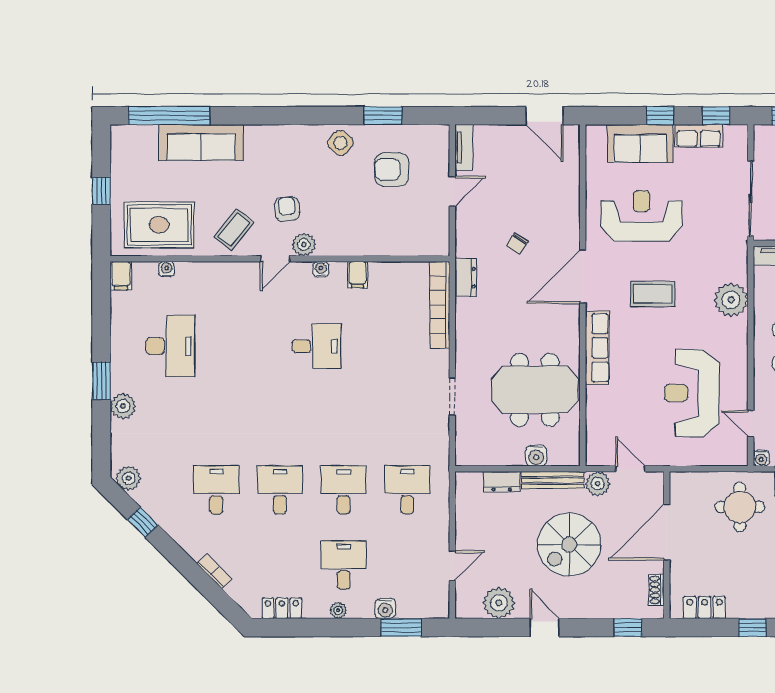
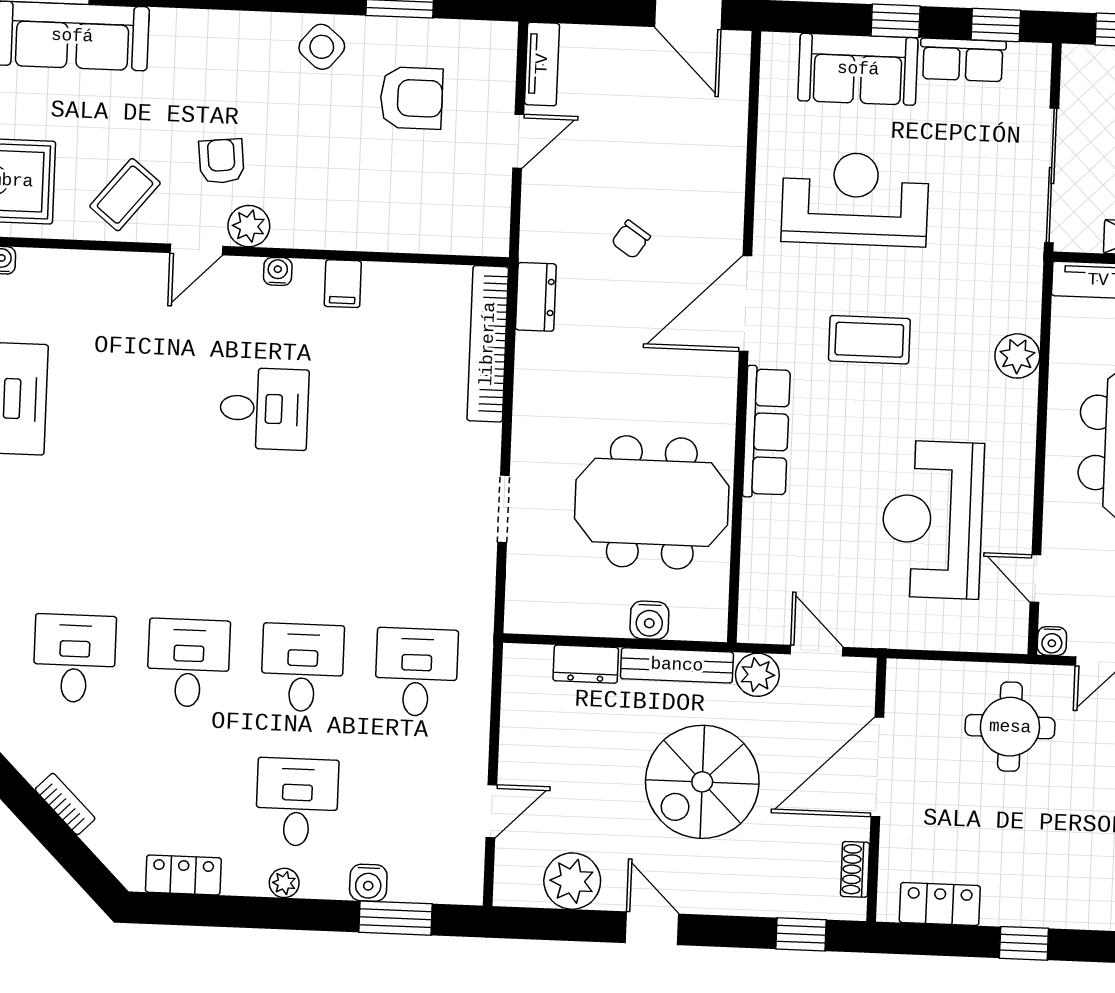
armchair: (392, 169) -> (411, 98), turned 180
plant: (731, 300) -> (1017, 356), width x0.73, depth x0.73

